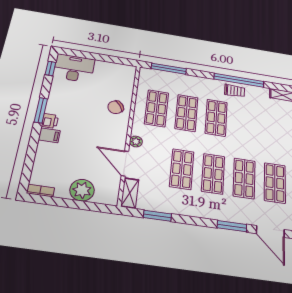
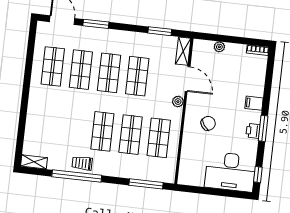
desk: (74, 68) -> (230, 172), width x1.36, depth x1.30
chair: (116, 107) -> (208, 123), moved
printer: (50, 121) -> (253, 131), moved
plant: (82, 190) -> (219, 47), width x0.53, depth x0.53

